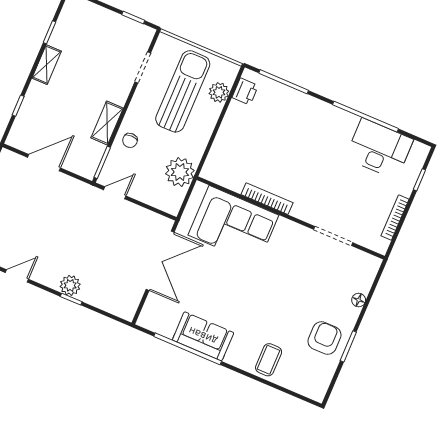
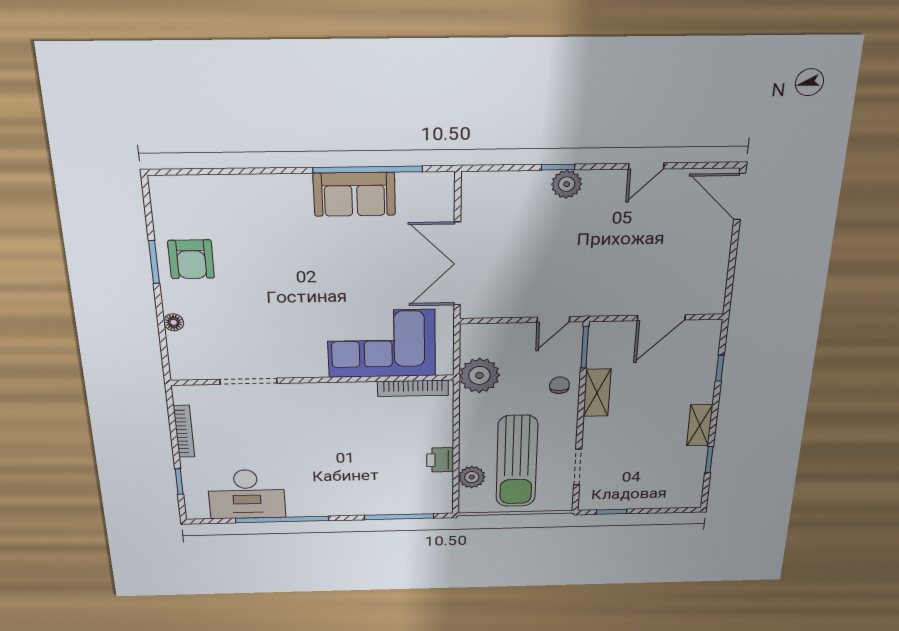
printer: (245, 91) -> (440, 460), moved
bookcase: (267, 199) -> (413, 388), moved
coffee table: (269, 360) -> (250, 201), removed

